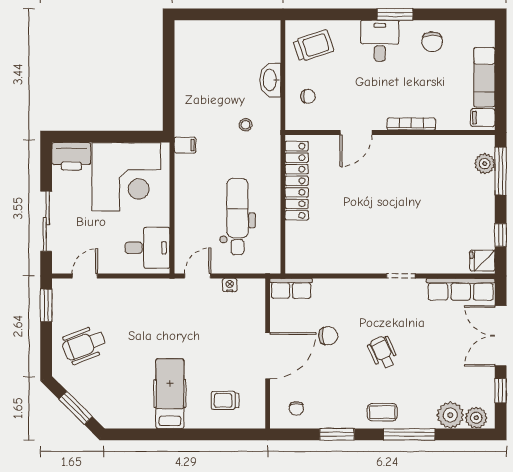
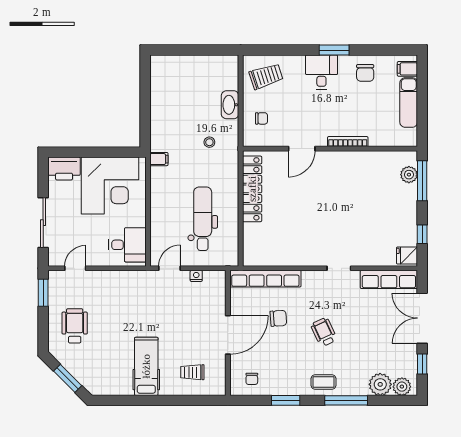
filing cabinet: (483, 118) -> (407, 69), moved
row of seats: (291, 288) -> (265, 279), width x2.02
wheelchair: (84, 345) -> (75, 326), turned 111

